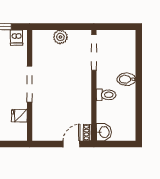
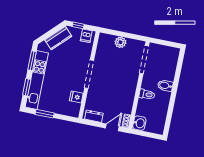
dresser: (46, 135) -> (94, 116), added

